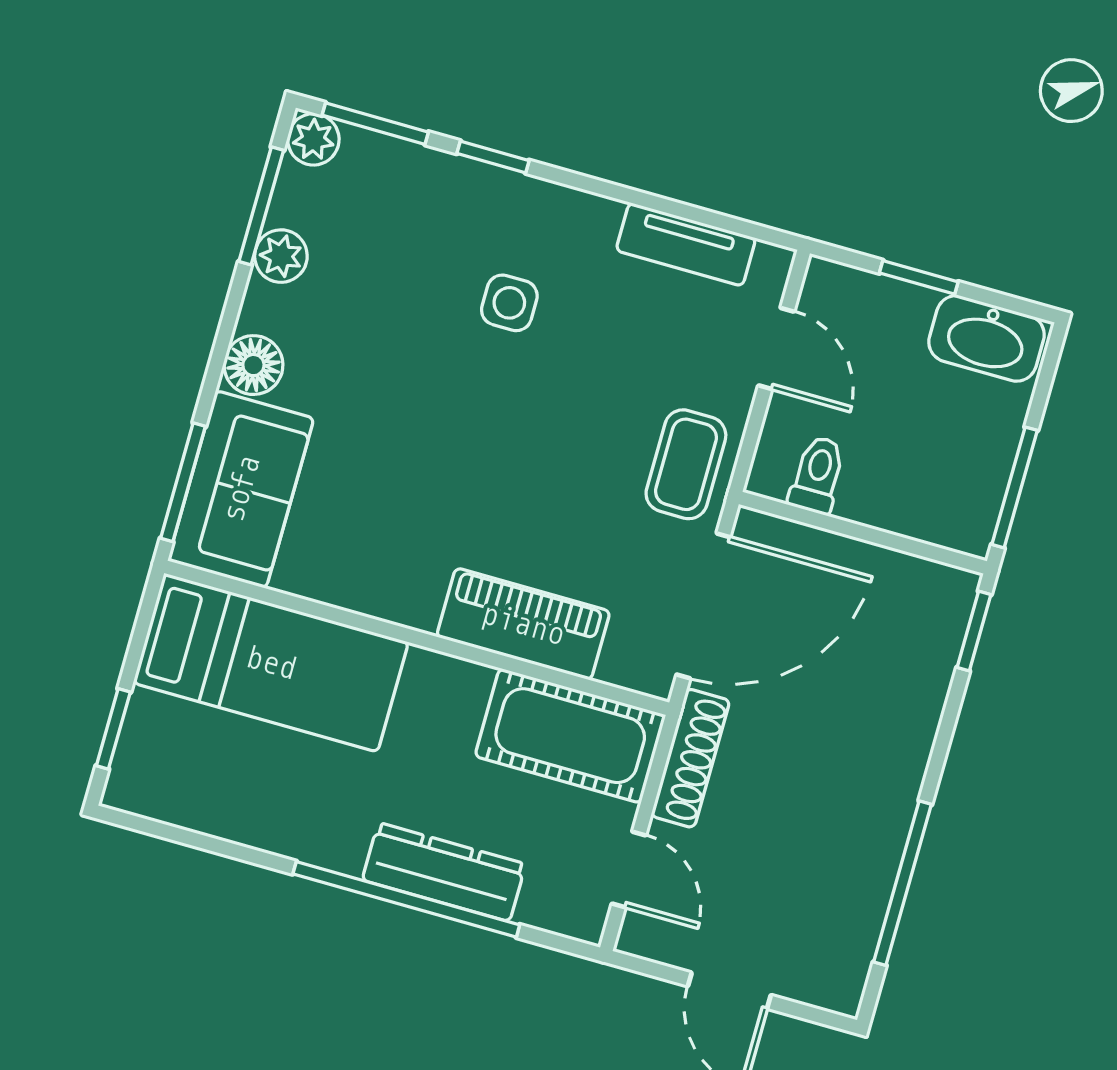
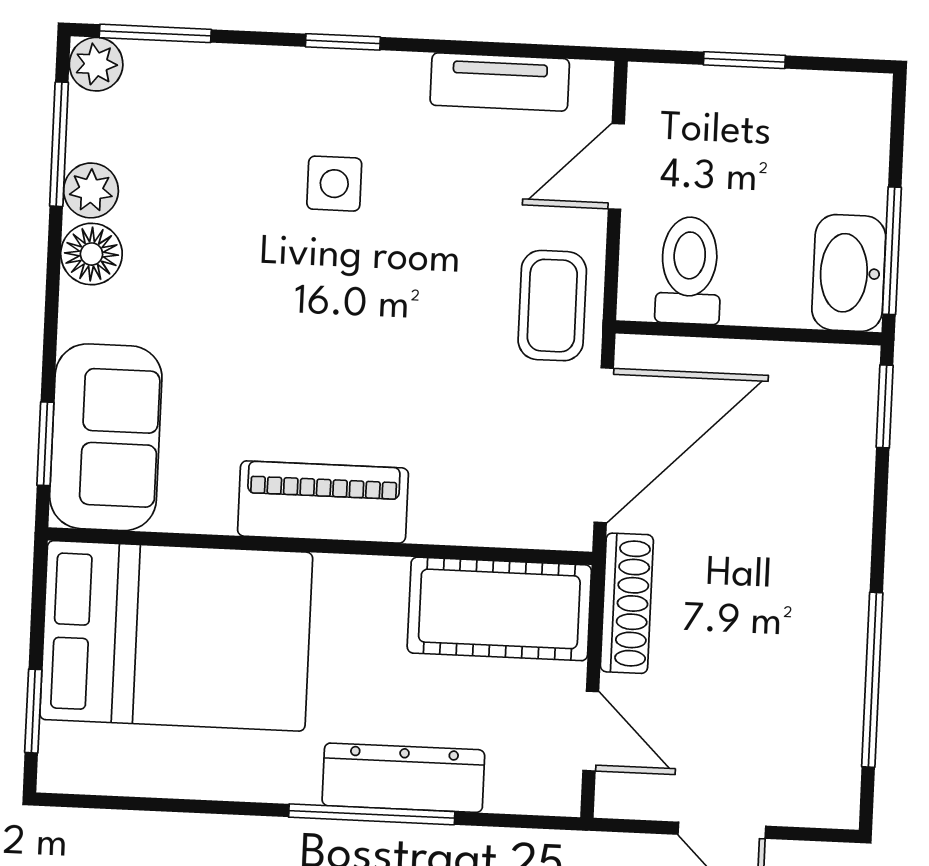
window: (493, 157) -> (343, 42), moved
washbasin: (987, 338) -> (849, 273), moved, turned 90
door: (776, 348) -> (616, 166), swing flipped
floor lamp: (253, 365) -> (91, 254), moved
toilet: (817, 475) -> (689, 270), width x1.37, depth x1.39
window: (183, 482) -> (45, 444), width x0.67
piano: (523, 624) -> (323, 502), moved
bed: (271, 663) -> (176, 636), width x1.50
window: (406, 899) -> (372, 814), width x0.68

